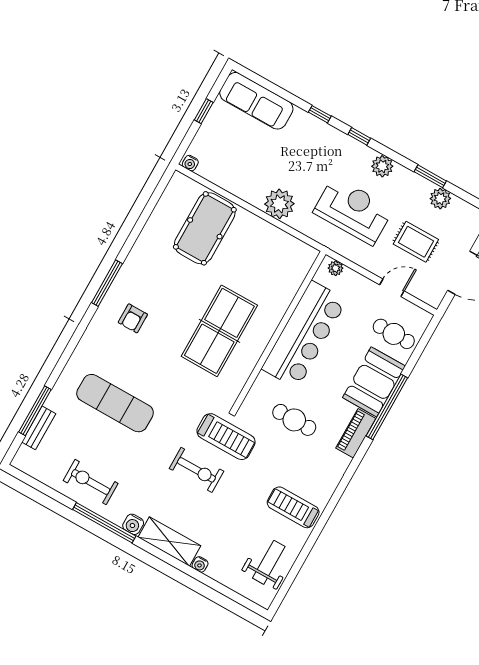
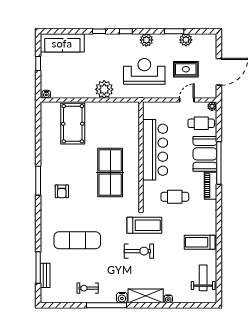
plant: (336, 268) -> (212, 106), moved
exercise bike: (91, 482) -> (88, 288), width x0.73, depth x0.72

